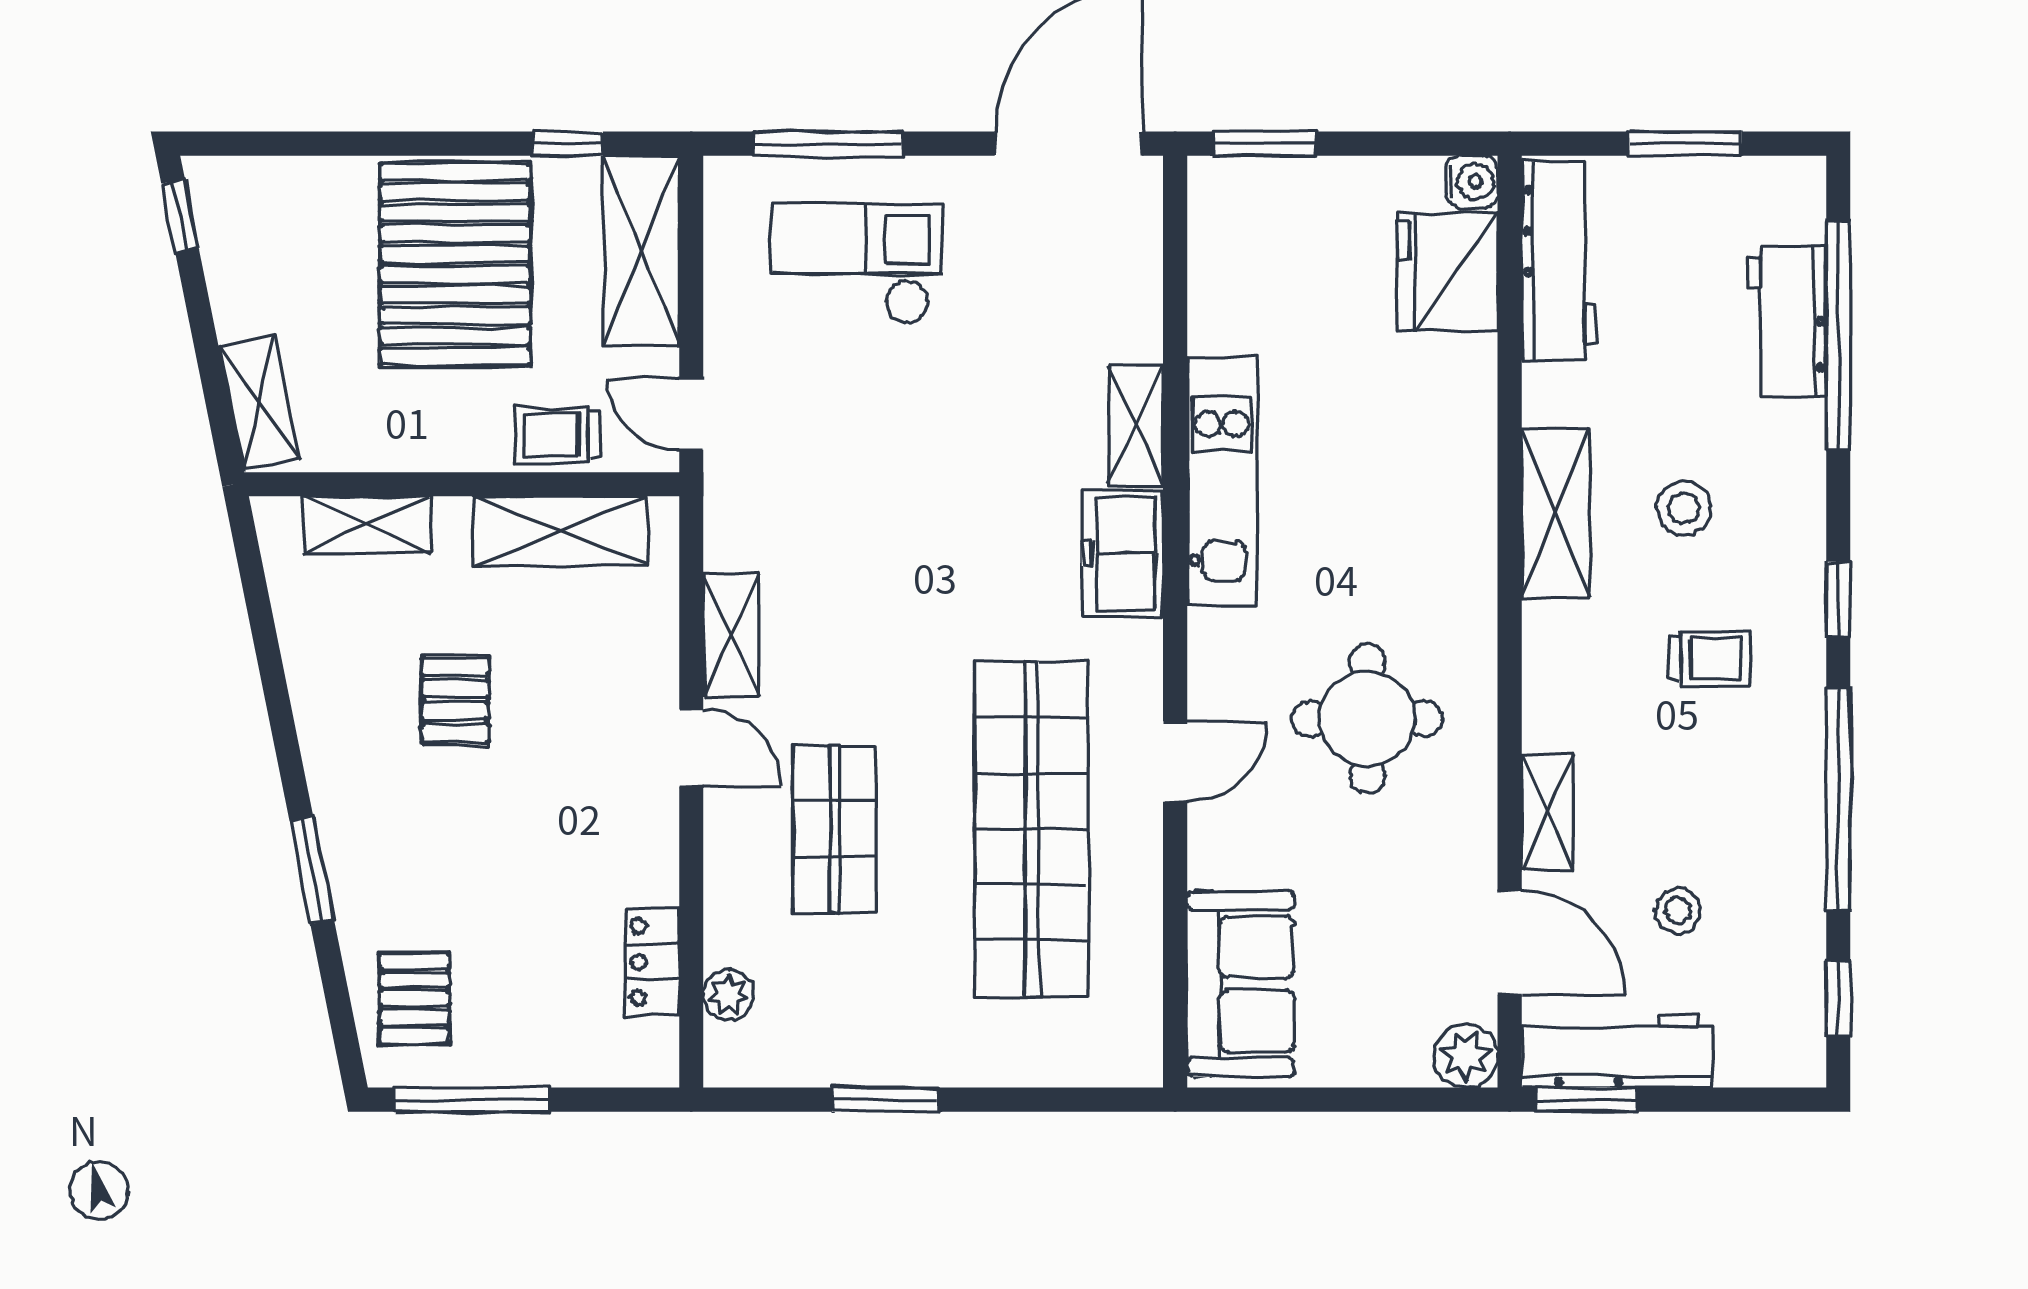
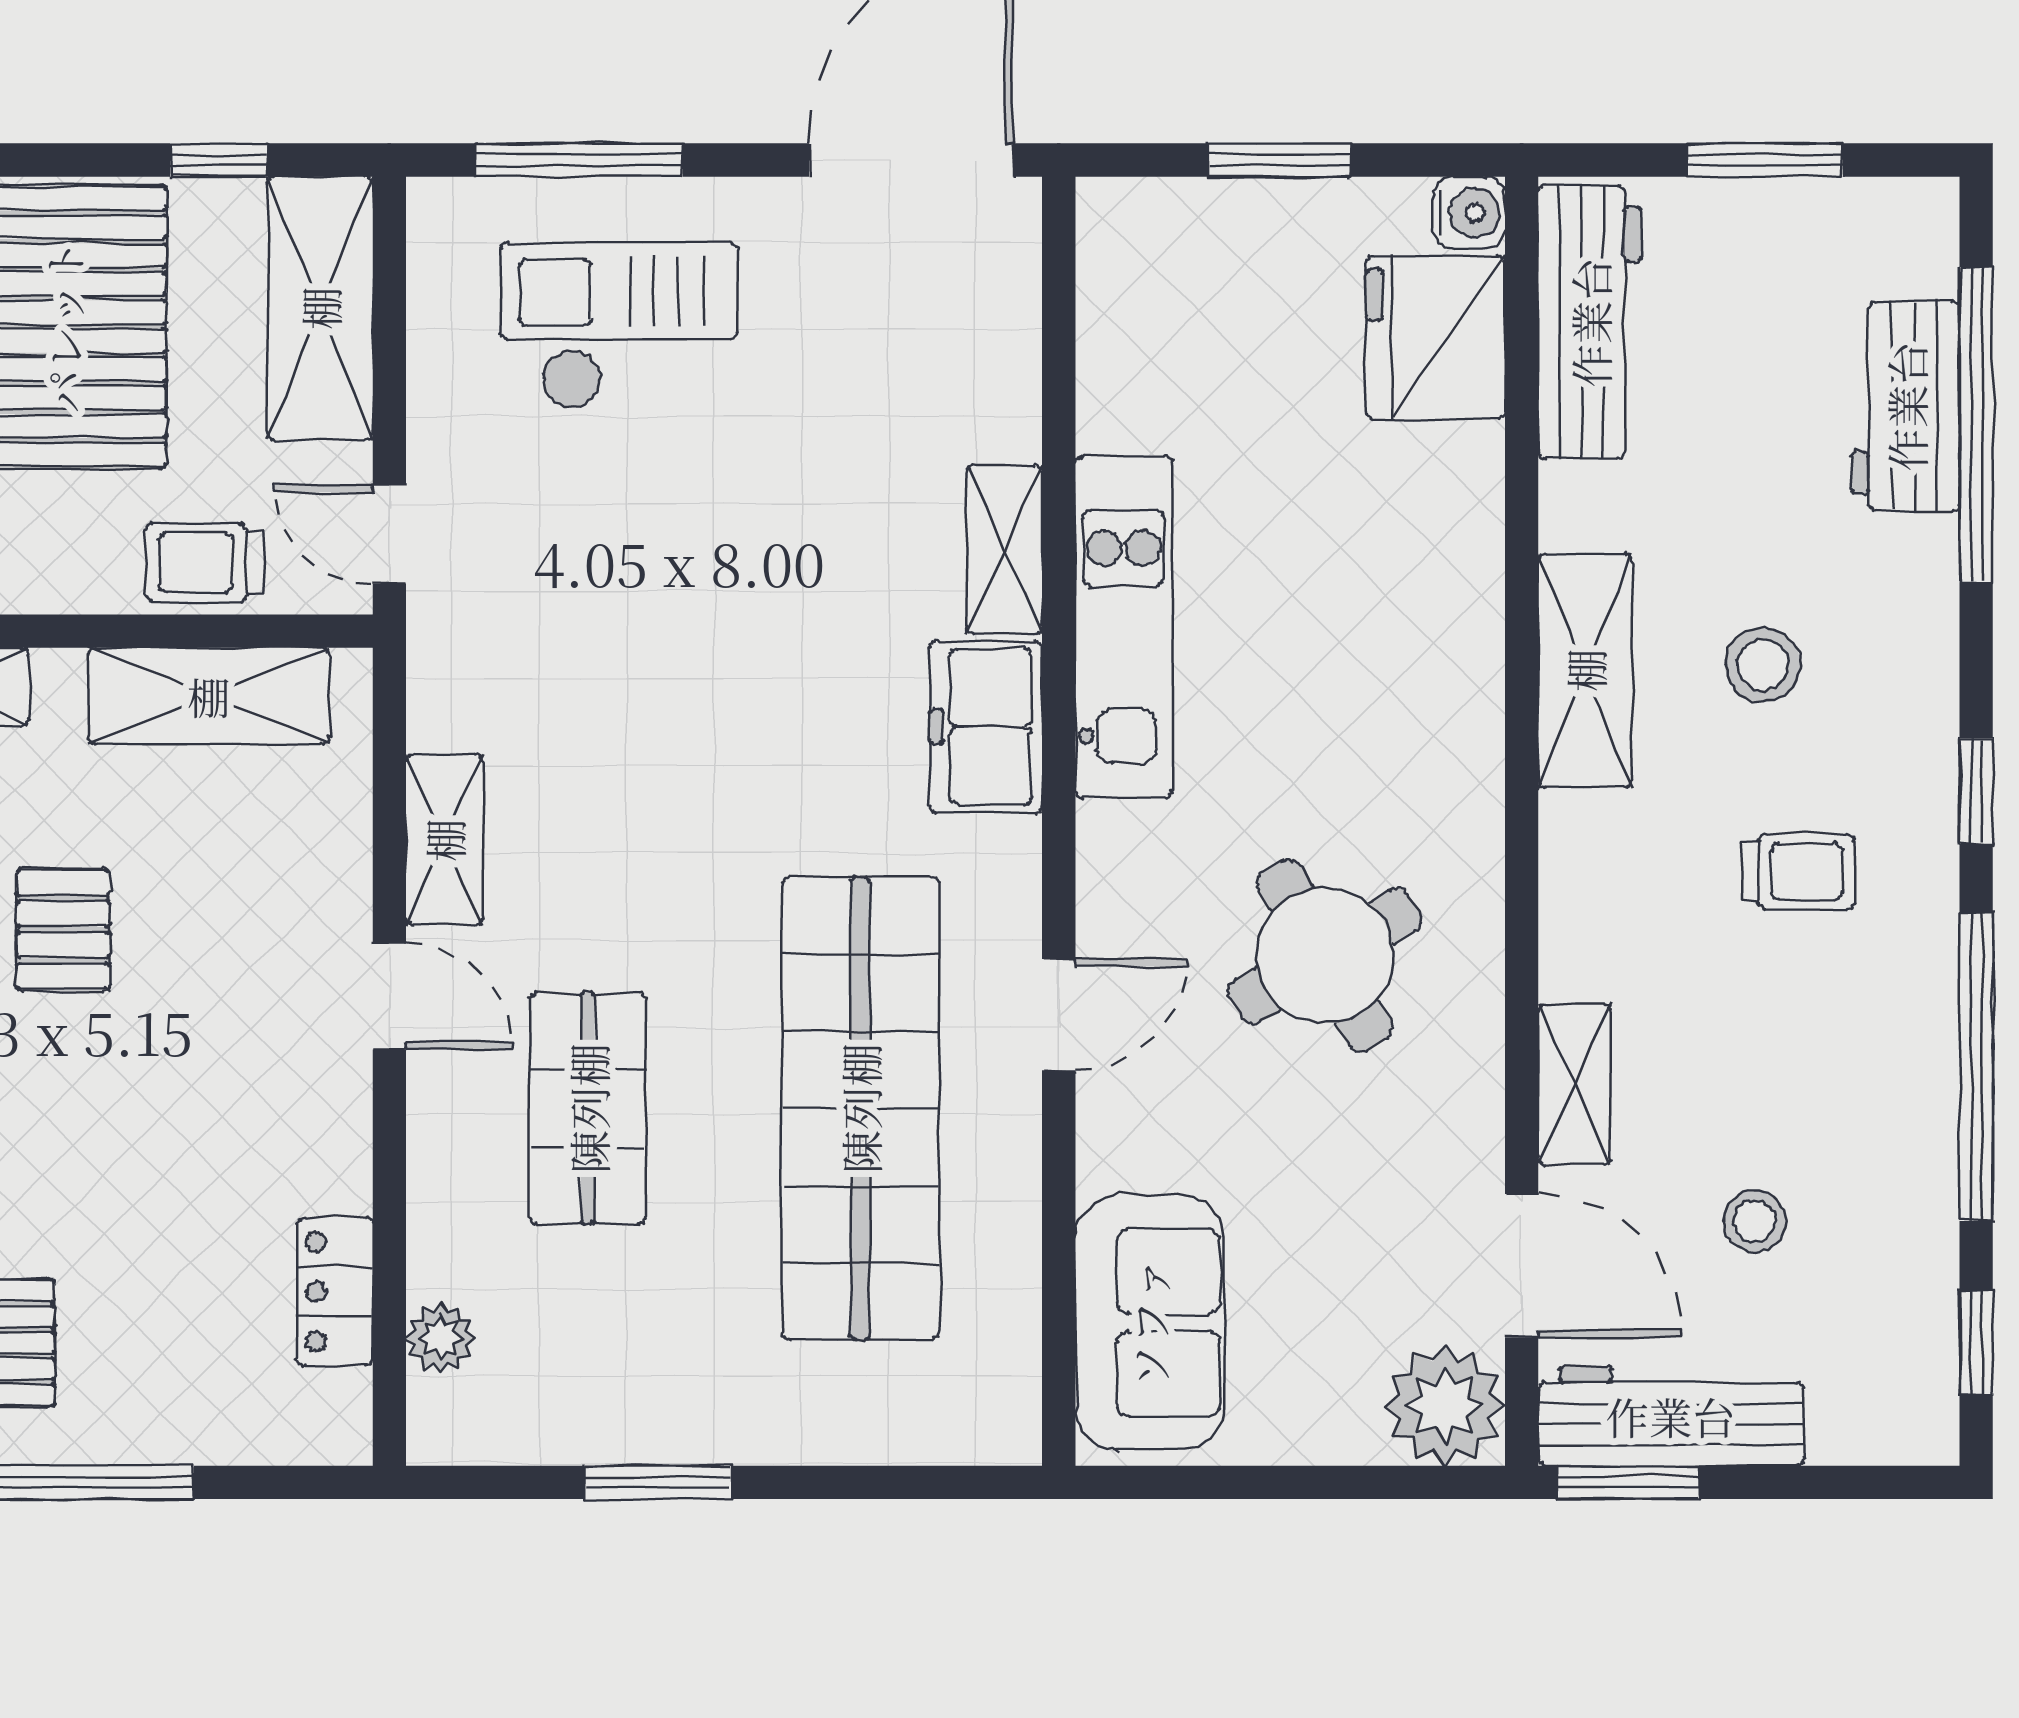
window: (1264, 144) -> (1280, 160), moved
round table: (1367, 719) -> (1325, 956), turned -30
plant: (1466, 1056) -> (1445, 1406), width x1.36, depth x1.36

